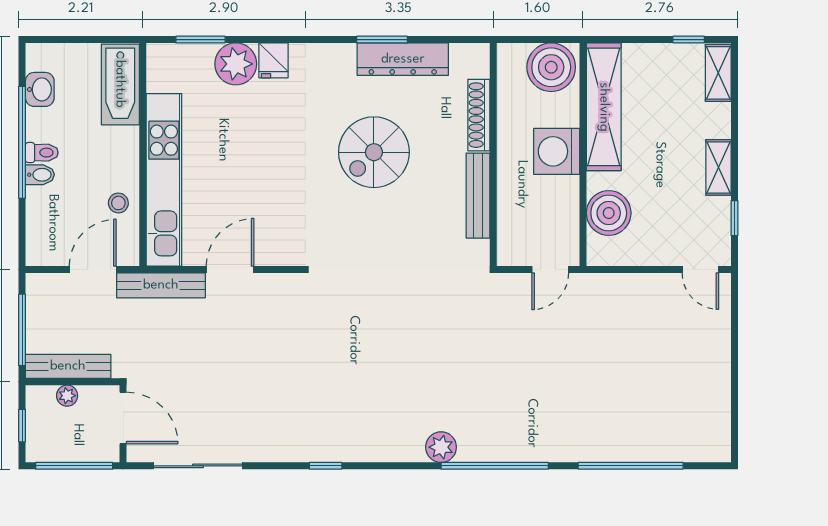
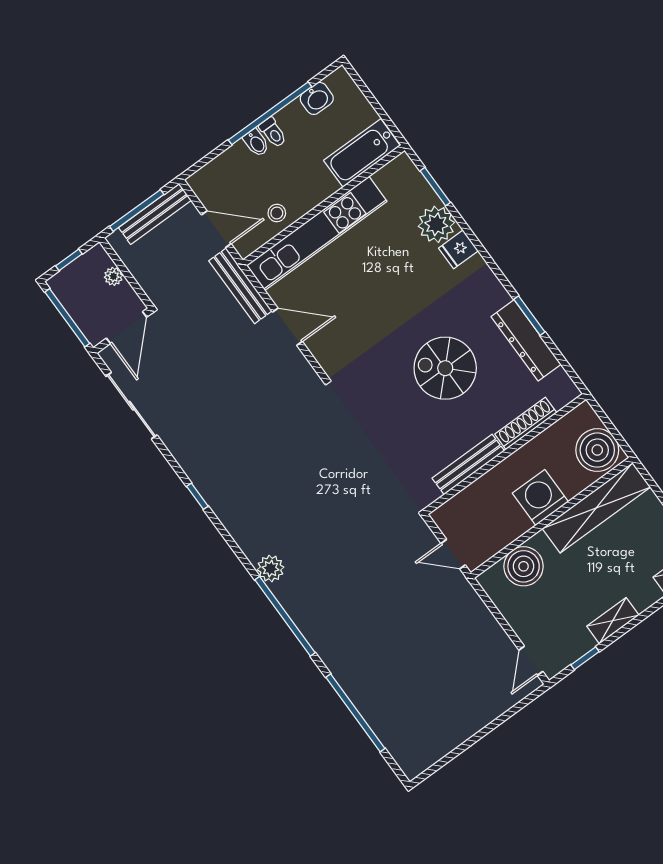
bench: (68, 366) -> (155, 214), moved, turned 90

